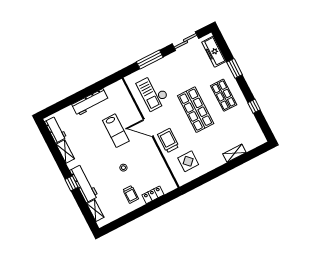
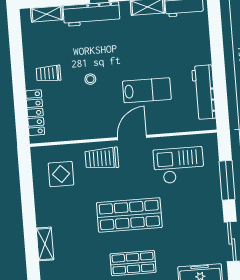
workbench: (90, 102) -> (204, 92), moved
lab bench: (116, 131) -> (147, 90), turned 180
trolley: (168, 141) -> (102, 158), turned 180
locker: (153, 195) -> (35, 113), width x1.53

